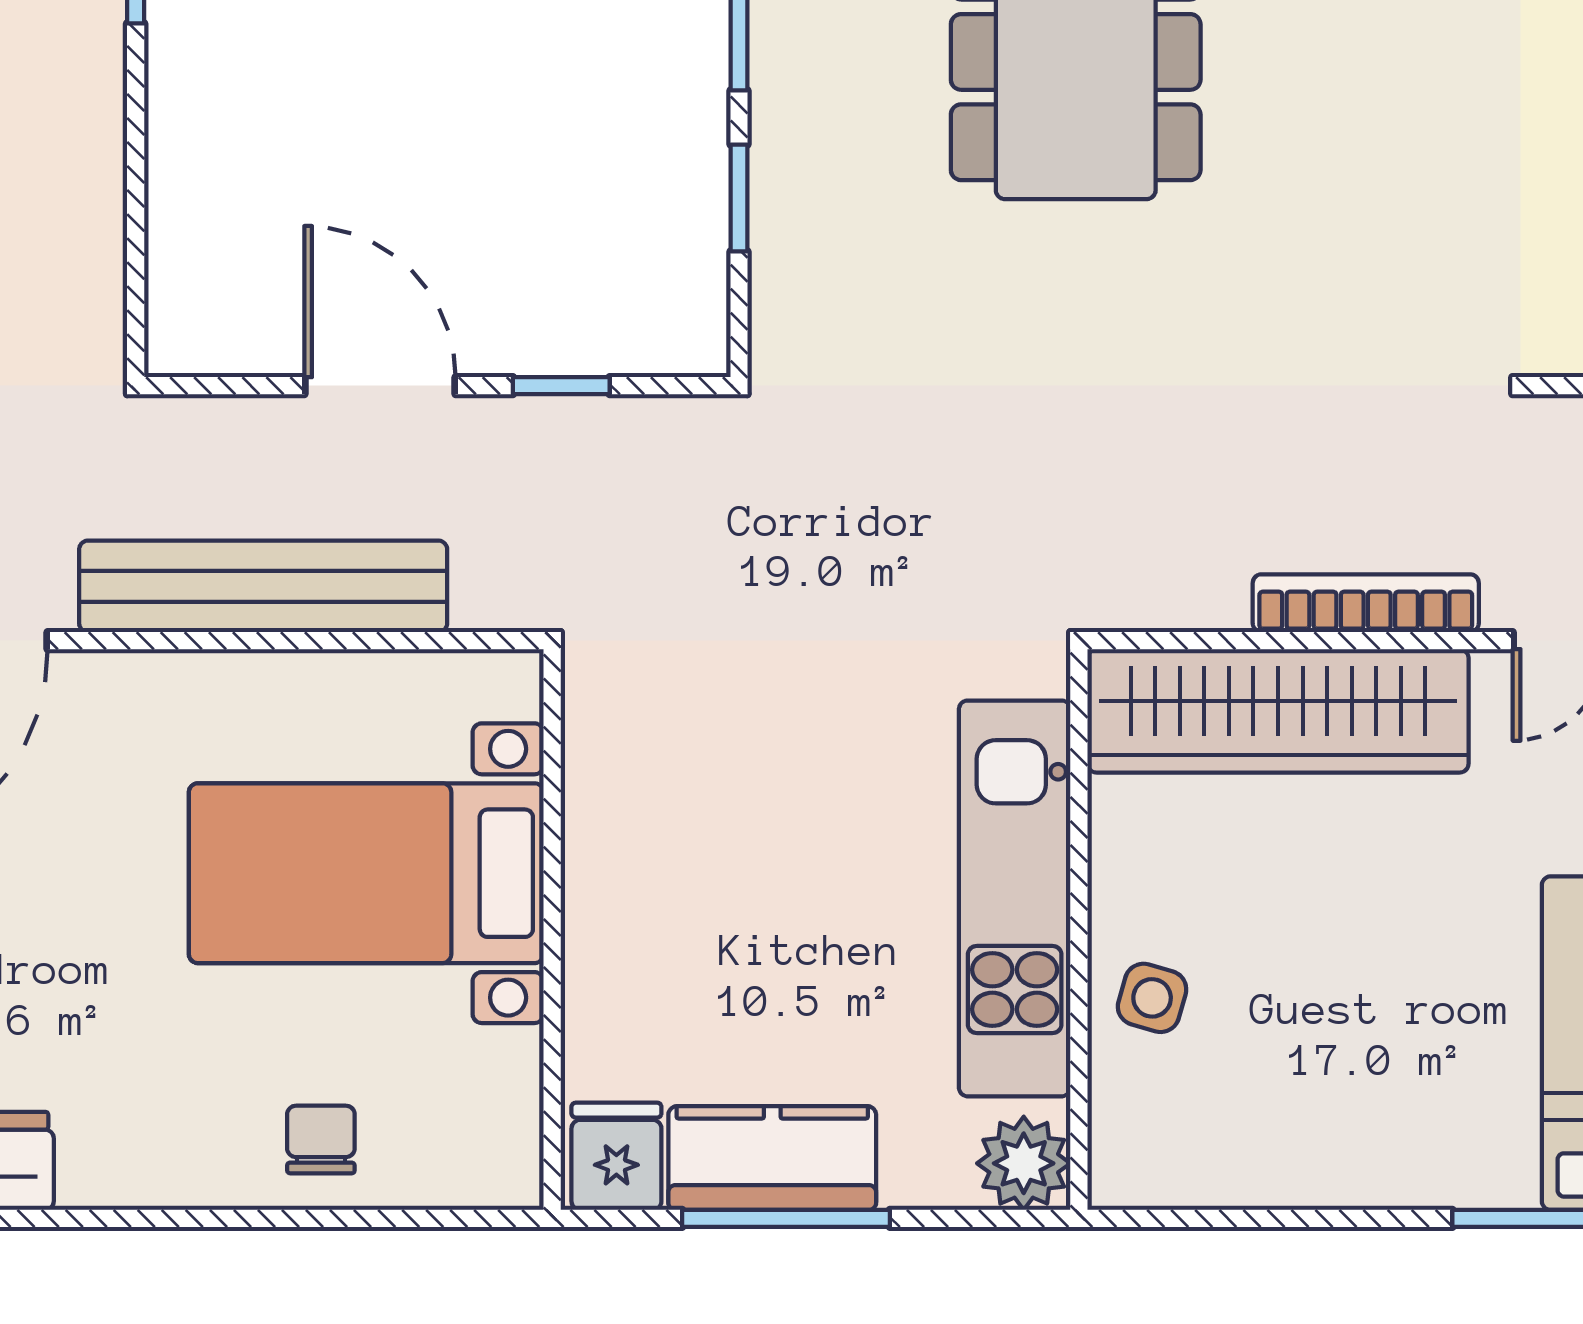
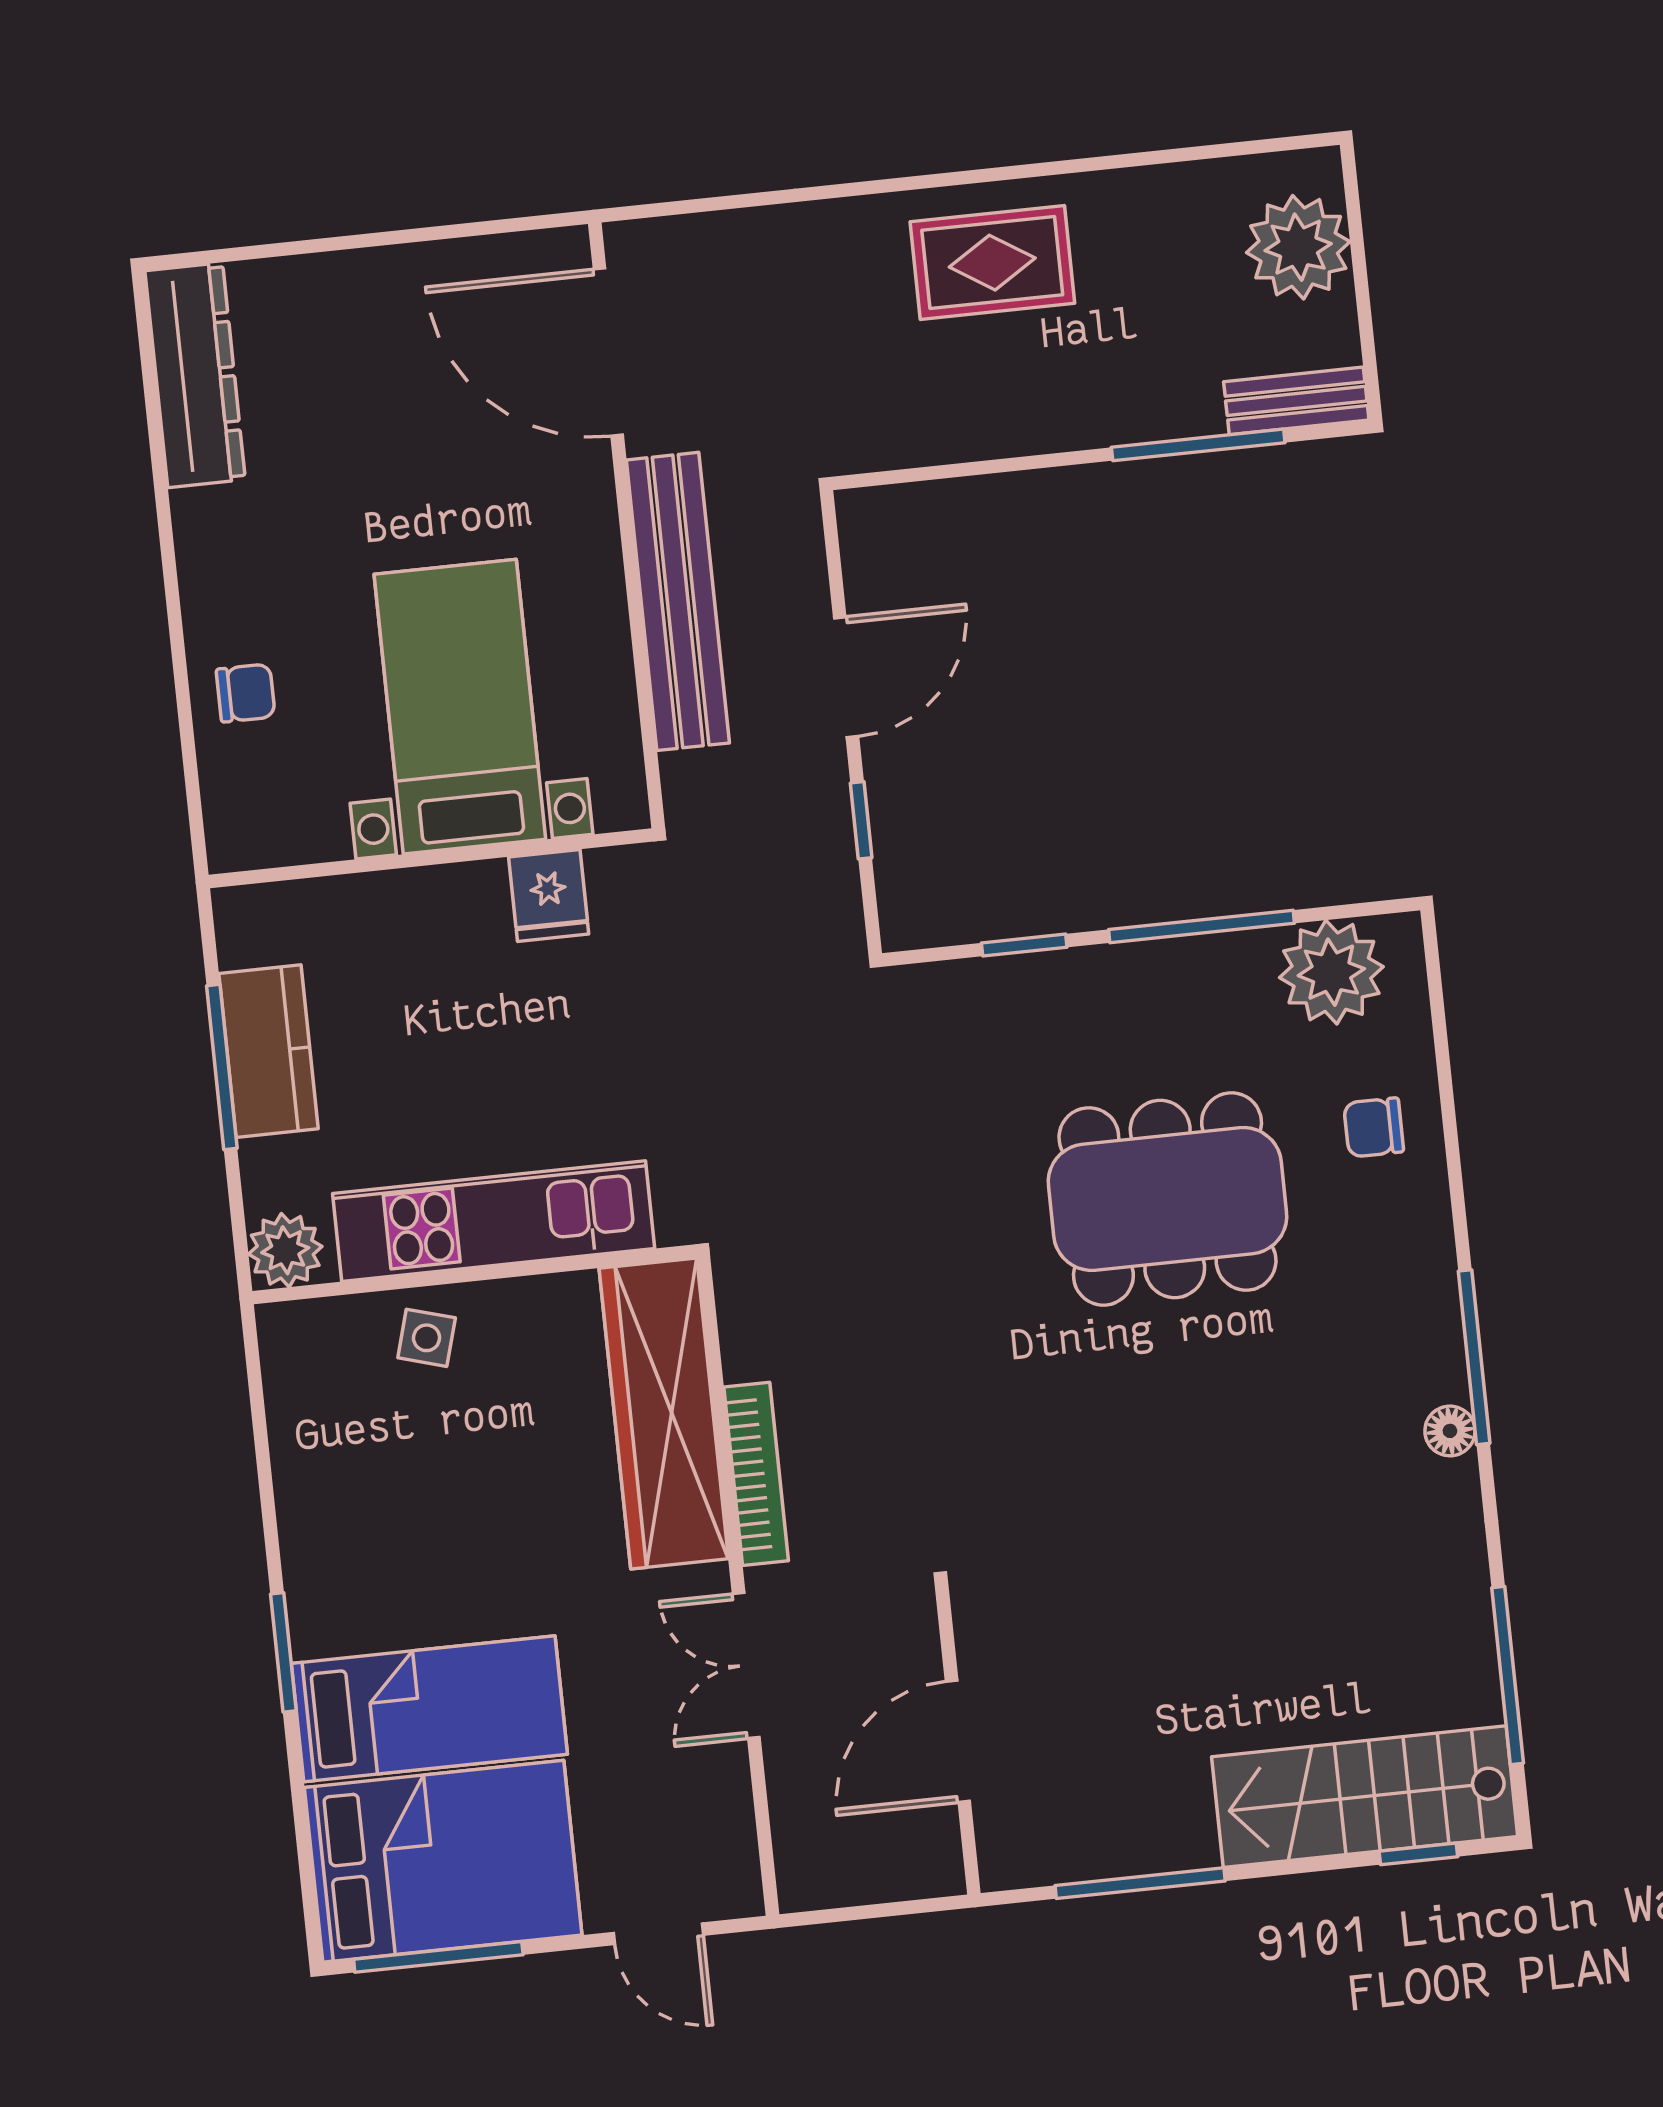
fridge: (616, 1156) -> (549, 895), moved, turned 90

